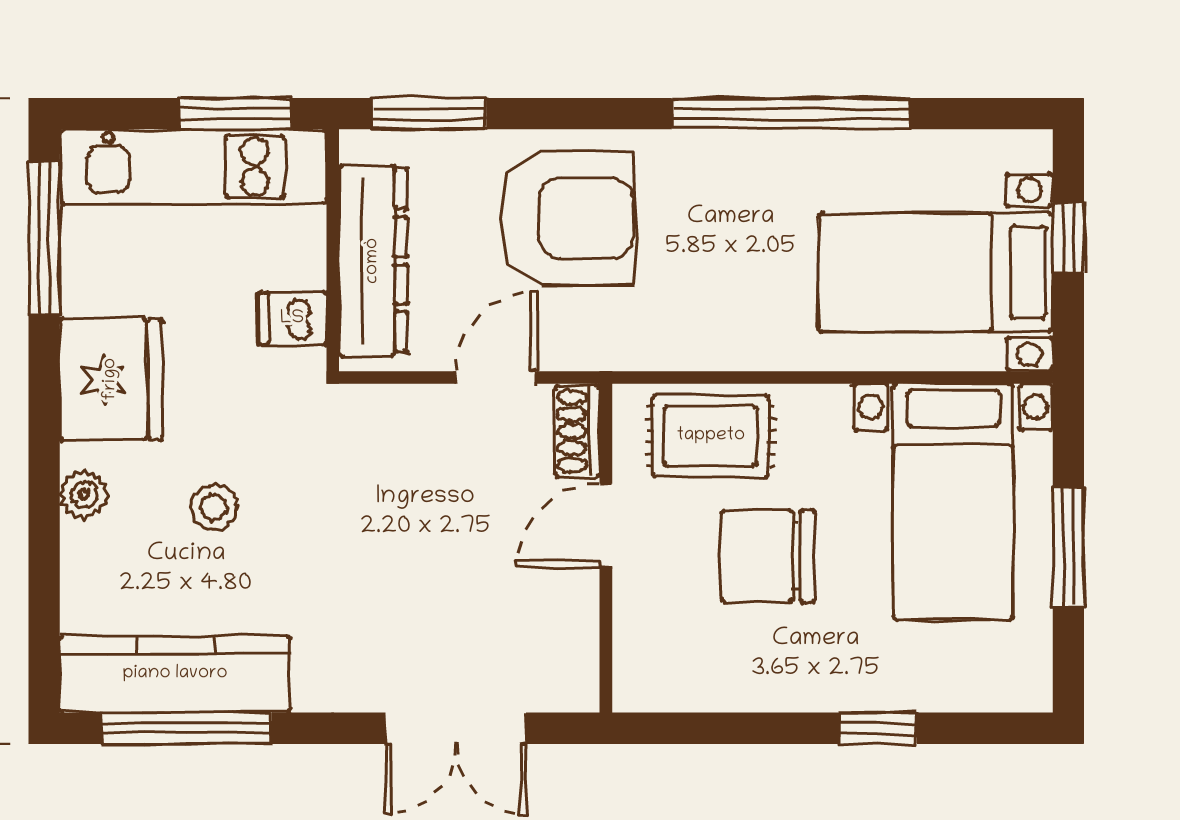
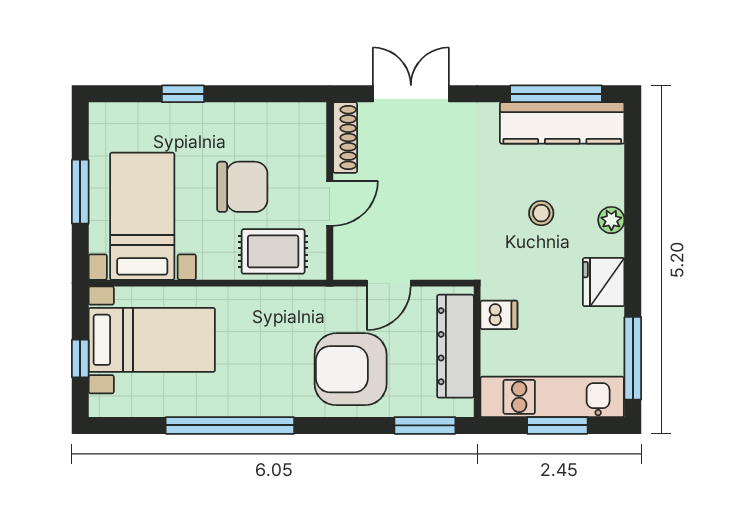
window: (235, 114) -> (557, 425), moved
fridge: (111, 379) -> (604, 282), width x0.73, depth x0.75
shoe rack: (577, 431) -> (345, 138), moved, width x1.43

